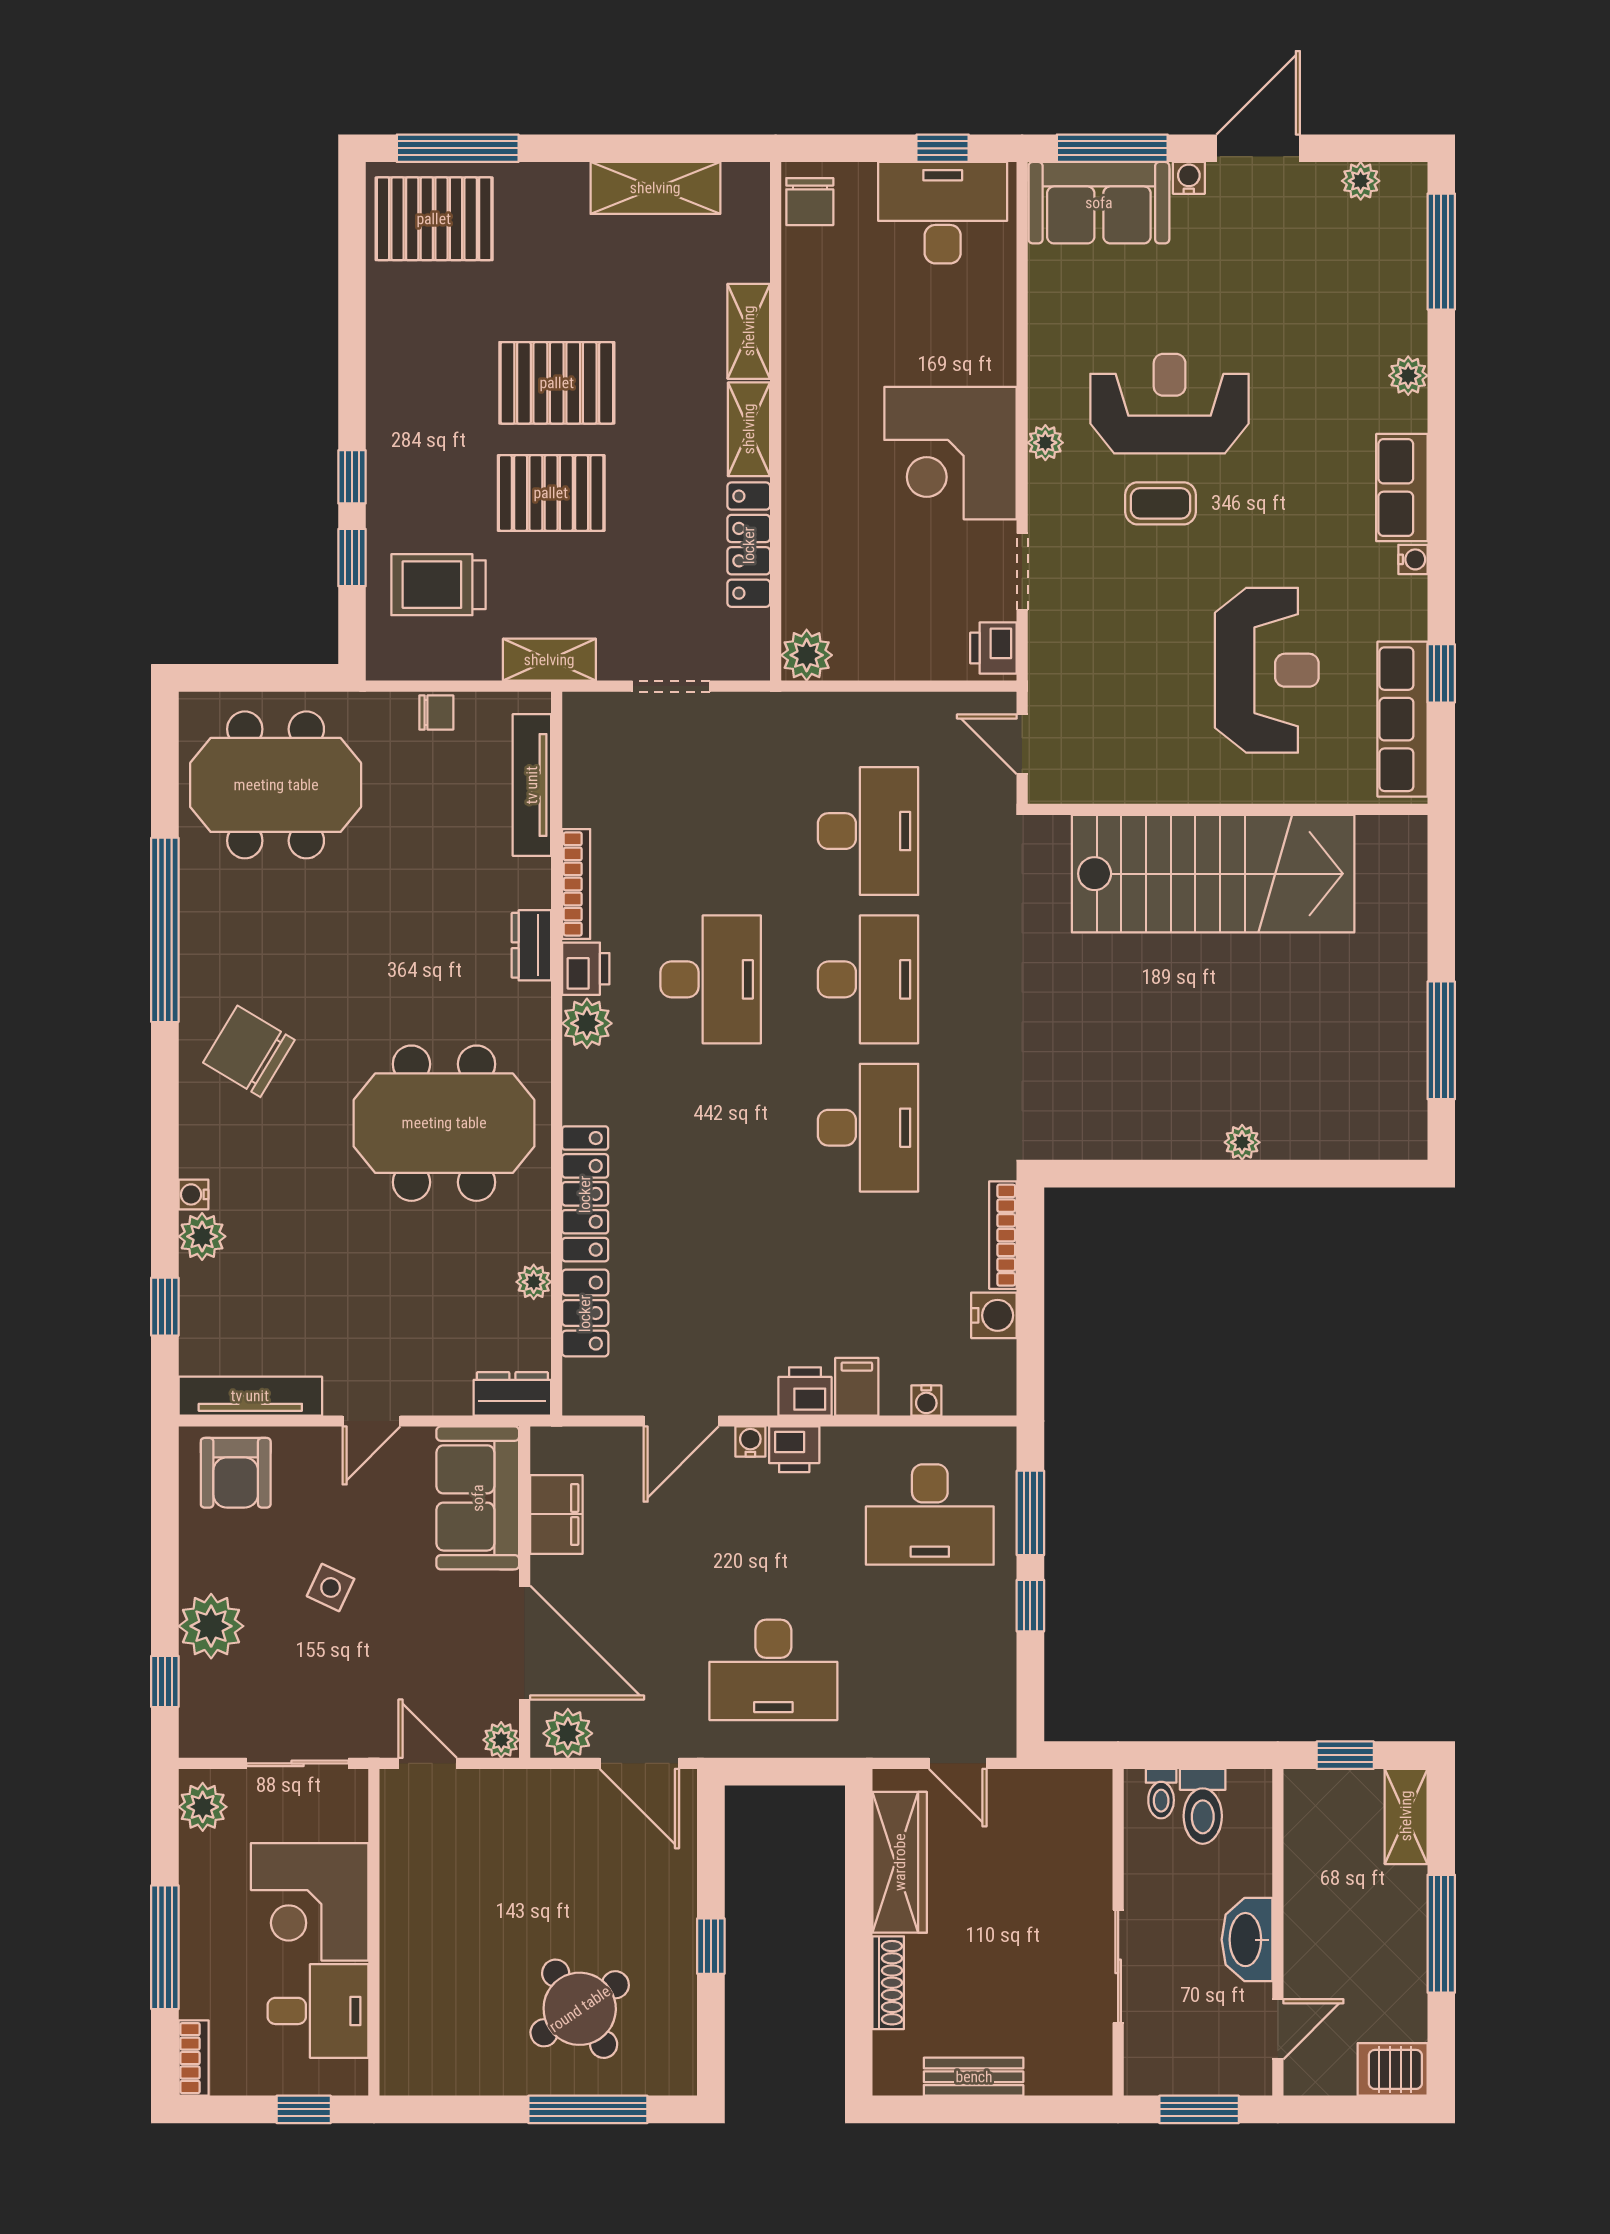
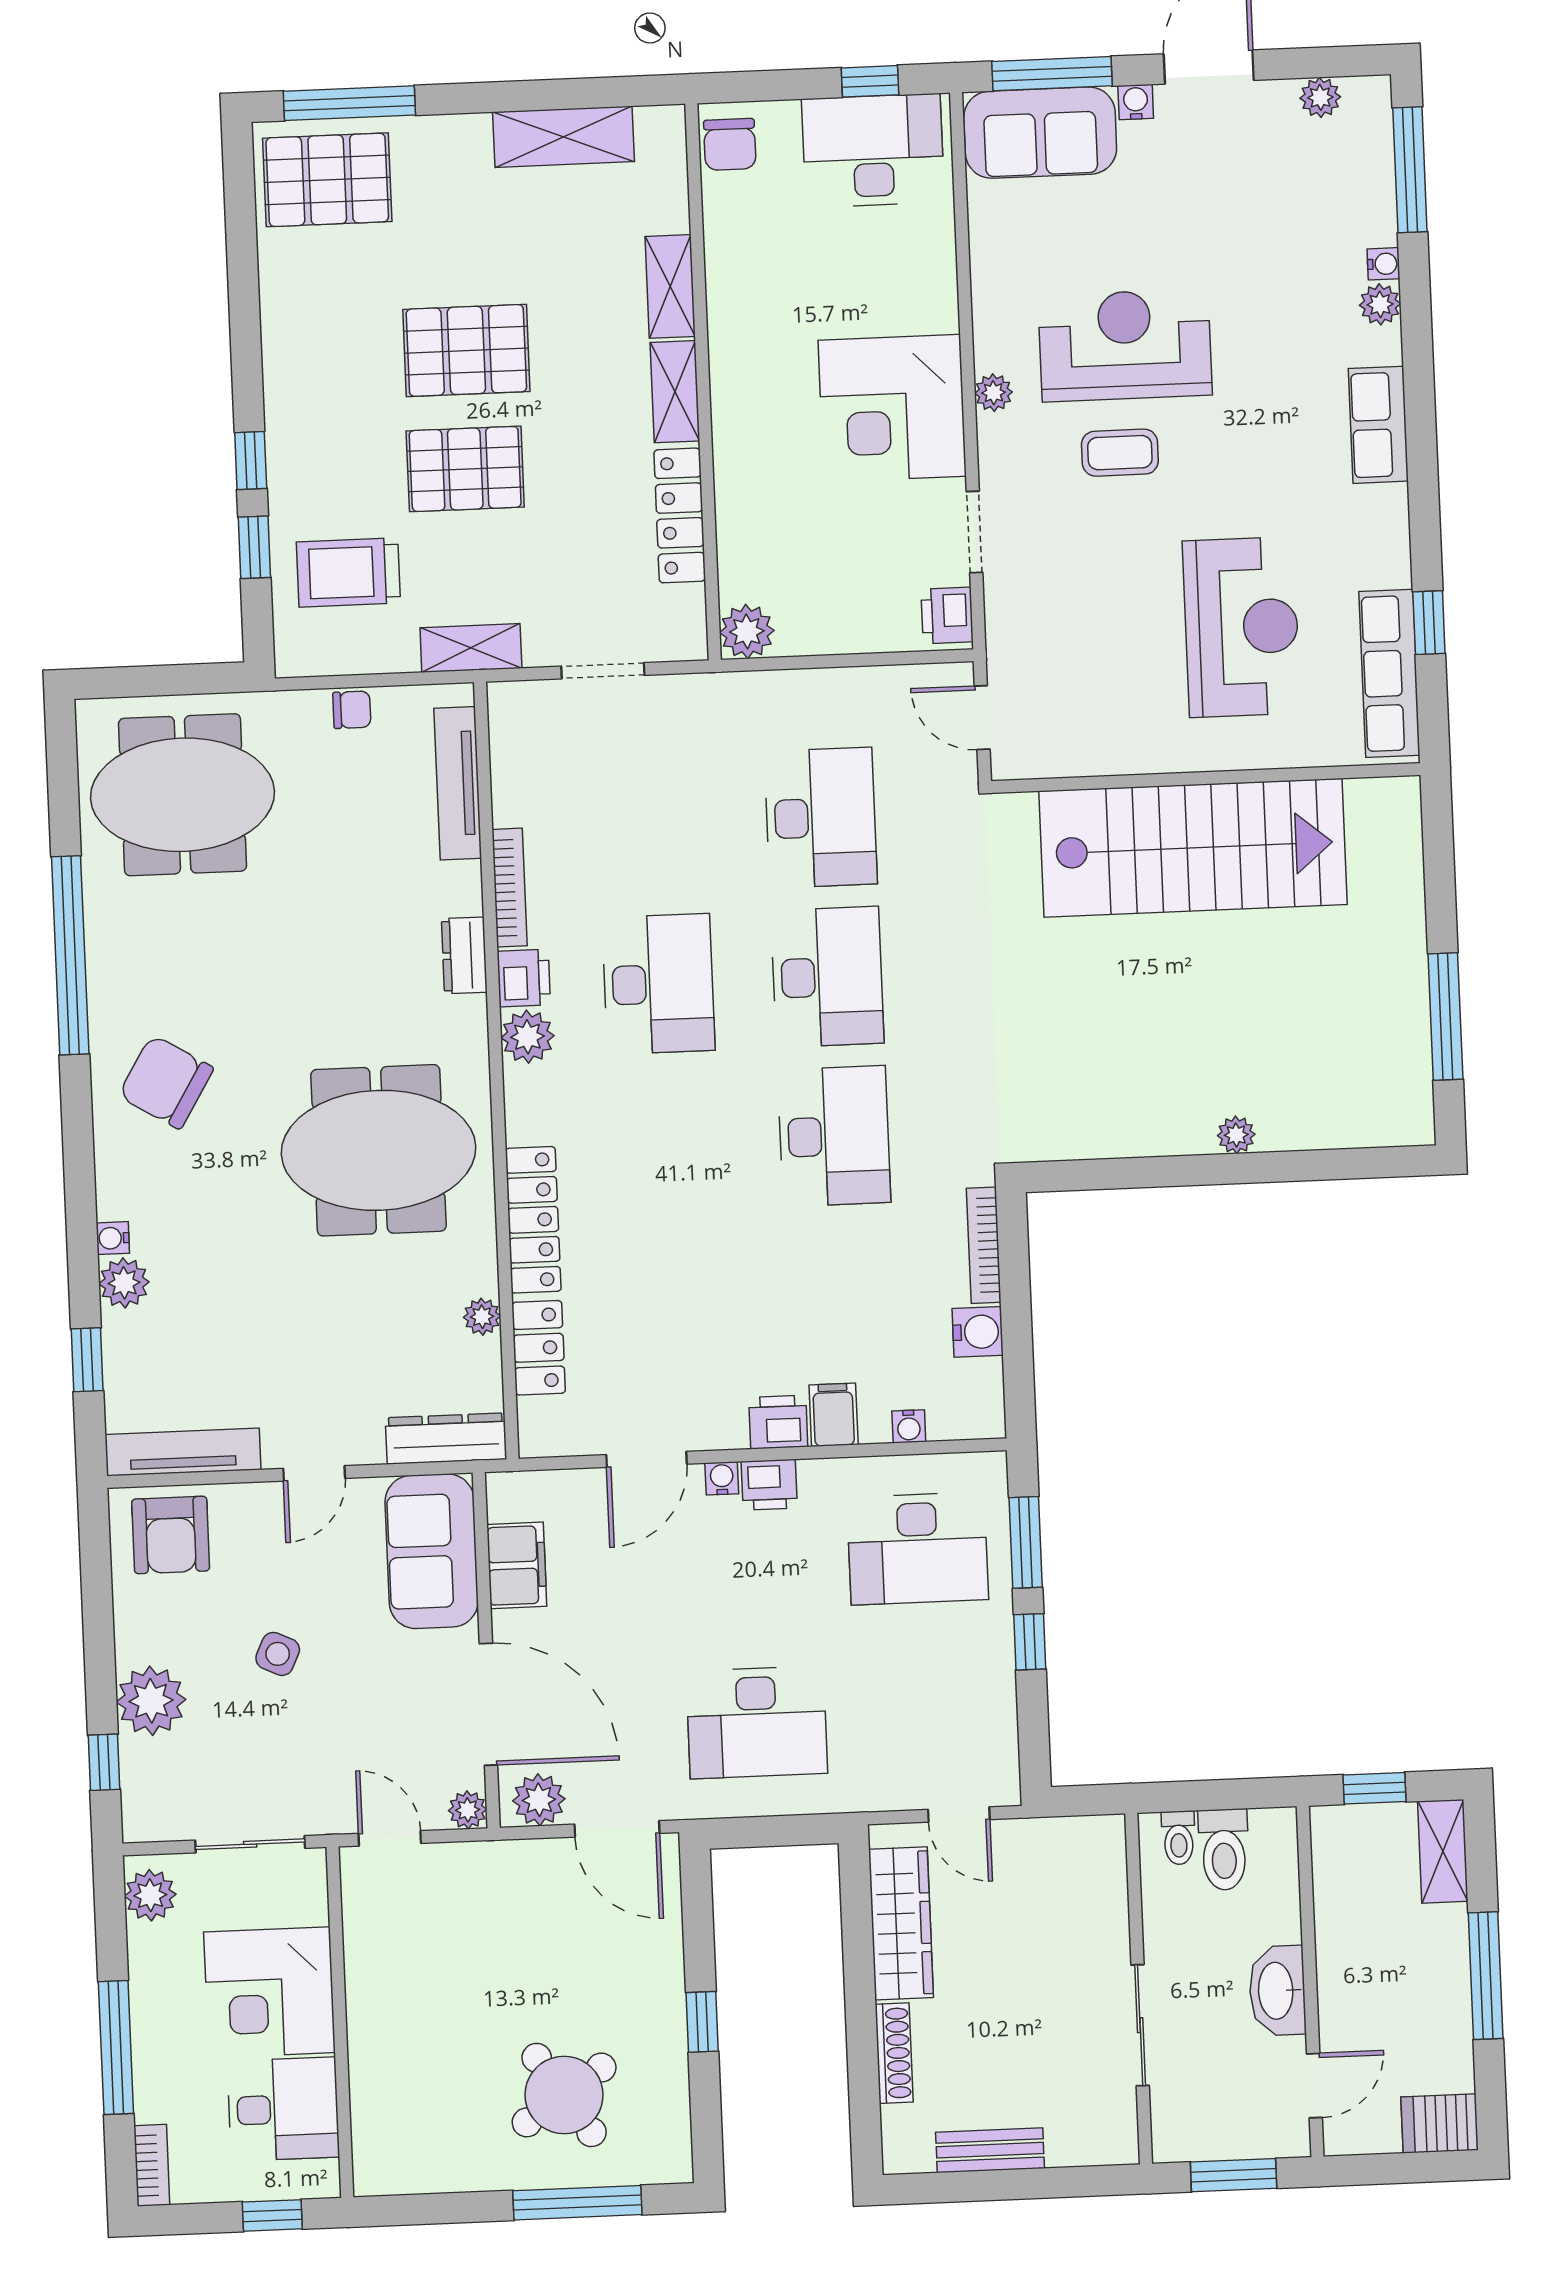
water cooler: (1413, 559) -> (1383, 264), moved
dresser: (512, 1394) -> (446, 1439), width x1.44

